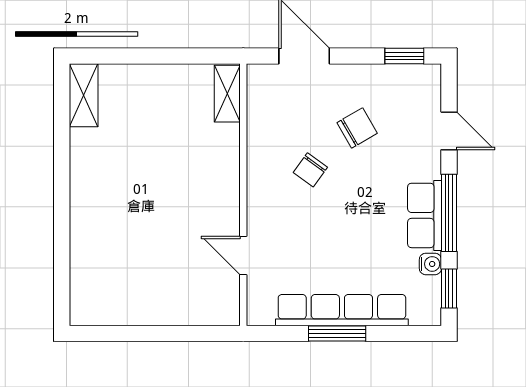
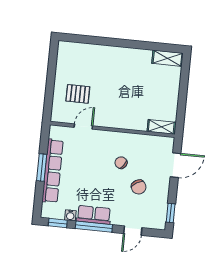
pallet: (177, 274) -> (78, 94), added

